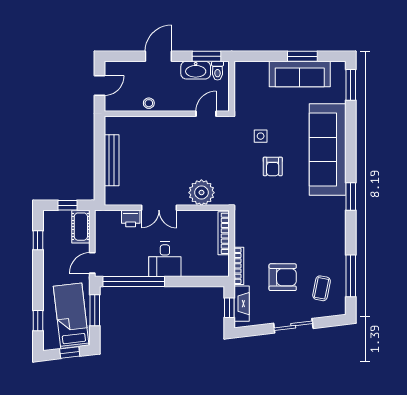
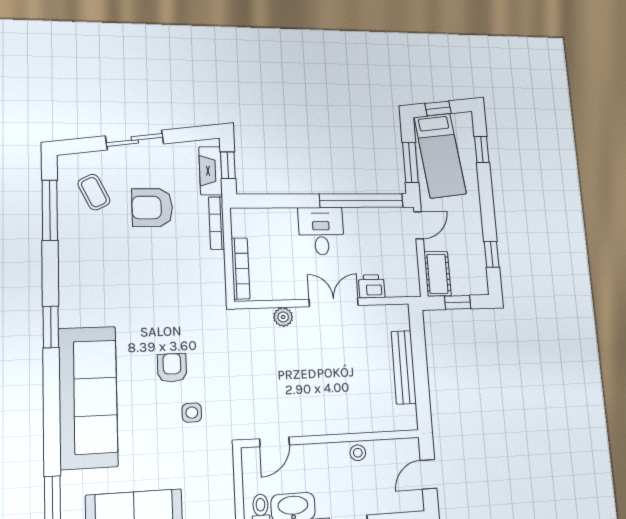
plant: (201, 193) -> (283, 317), width x0.53, depth x0.53
coffee table: (322, 288) -> (94, 192), turned -37

